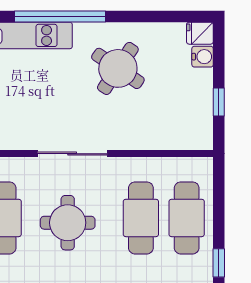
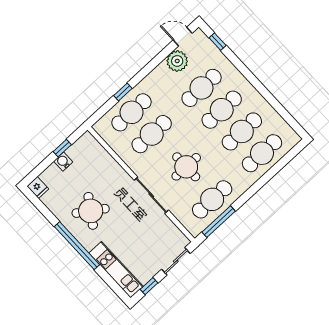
window: (60, 16) -> (77, 246), moved
water cooler: (203, 57) -> (63, 162), moved
window: (219, 263) -> (123, 92), moved

